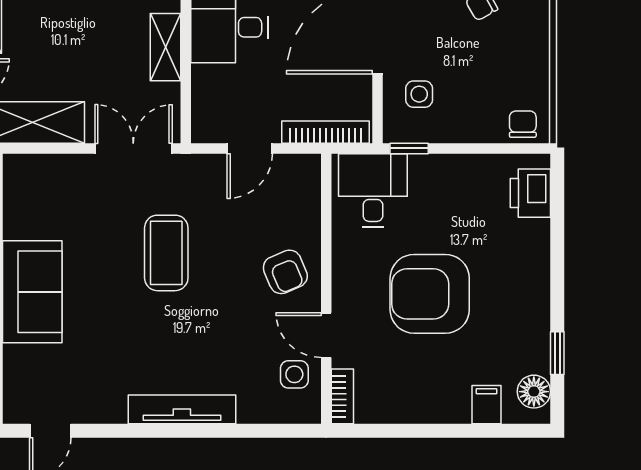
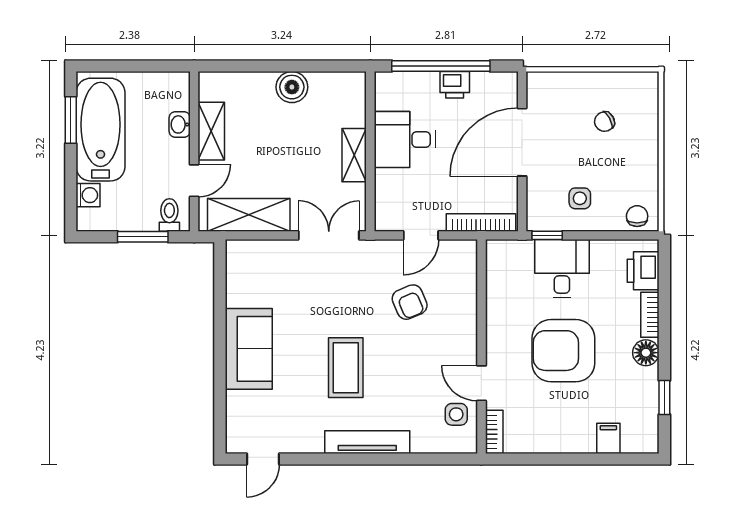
side table: (419, 94) -> (580, 198), moved
desk: (373, 190) -> (562, 269), moved
bookcase: (539, 249) -> (650, 315), added
coffee table: (166, 253) -> (346, 368), moved
armchair: (285, 272) -> (410, 302), moved
floor lamp: (534, 392) -> (646, 353), moved

